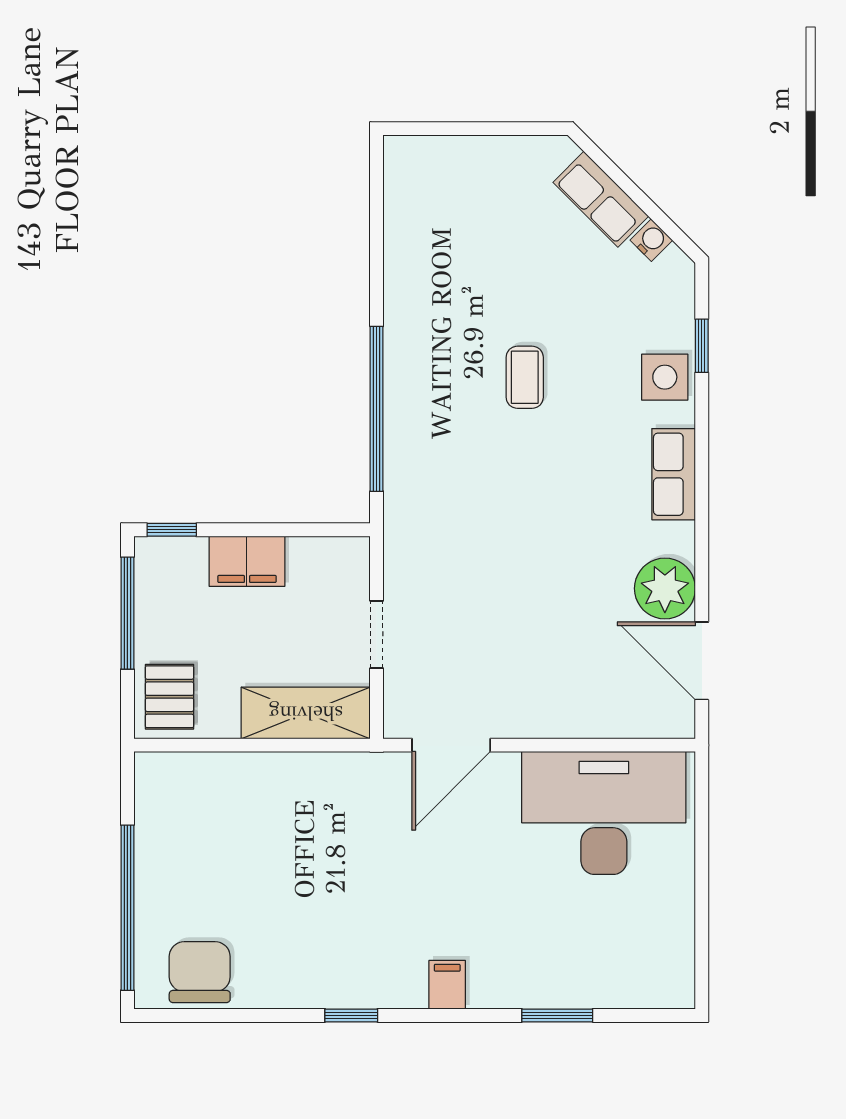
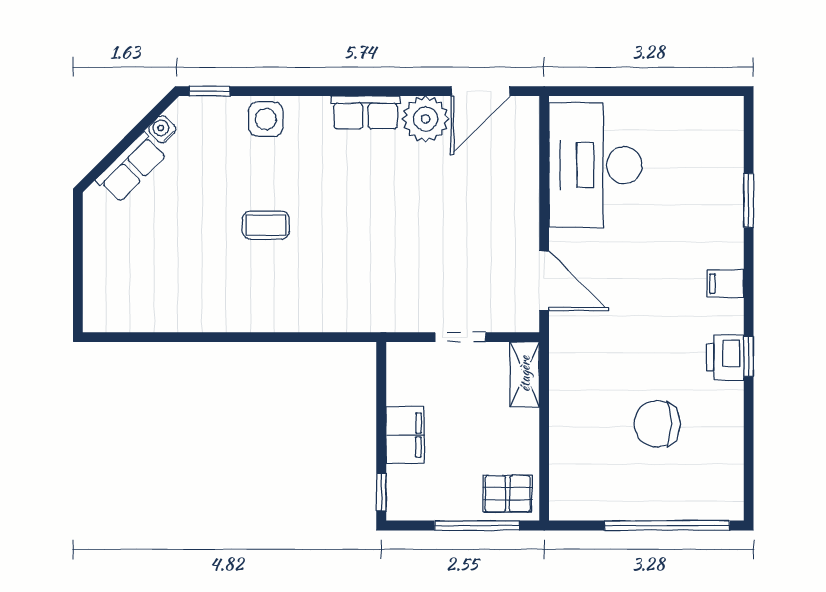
window: (702, 346) -> (210, 91), moved
window: (377, 409) -> (290, 337), removed
row of seats: (674, 474) -> (366, 112), moved
window: (127, 613) -> (477, 526), moved
shelving: (306, 713) -> (525, 374), width x0.67, depth x0.75
chair: (200, 972) -> (657, 424), moved
printer: (350, 984) -> (725, 357), added

